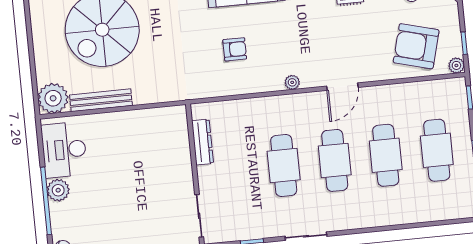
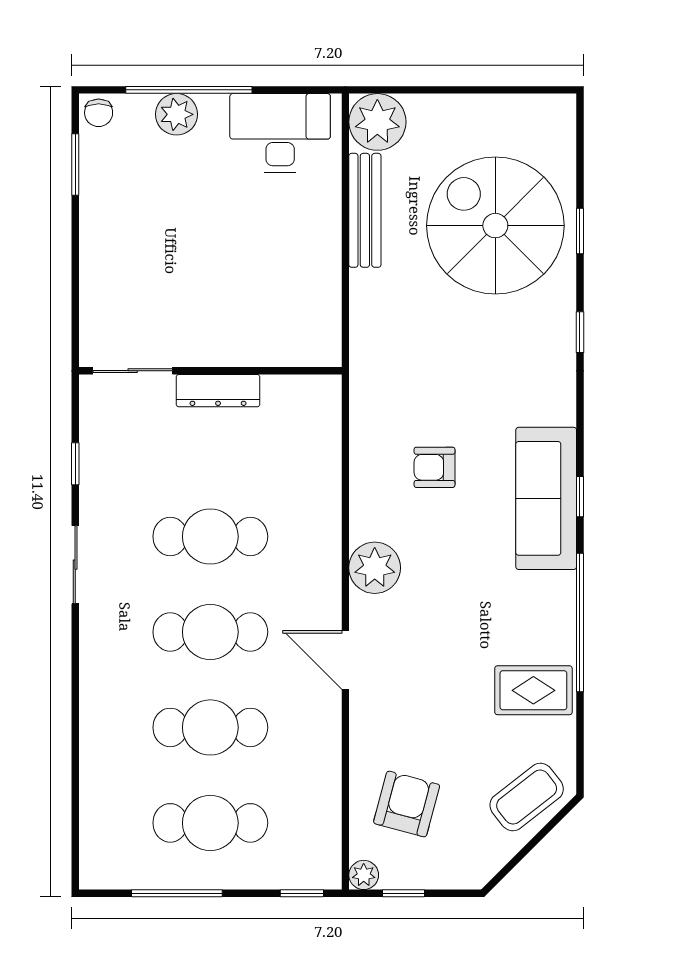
armchair: (416, 46) -> (407, 804), width x0.73, depth x0.73
armchair: (235, 49) -> (434, 467), turned 90
plant: (292, 82) -> (375, 568), width x1.87, depth x1.87
dresser: (203, 142) -> (218, 391), moved
plant: (58, 190) -> (176, 114), moved

